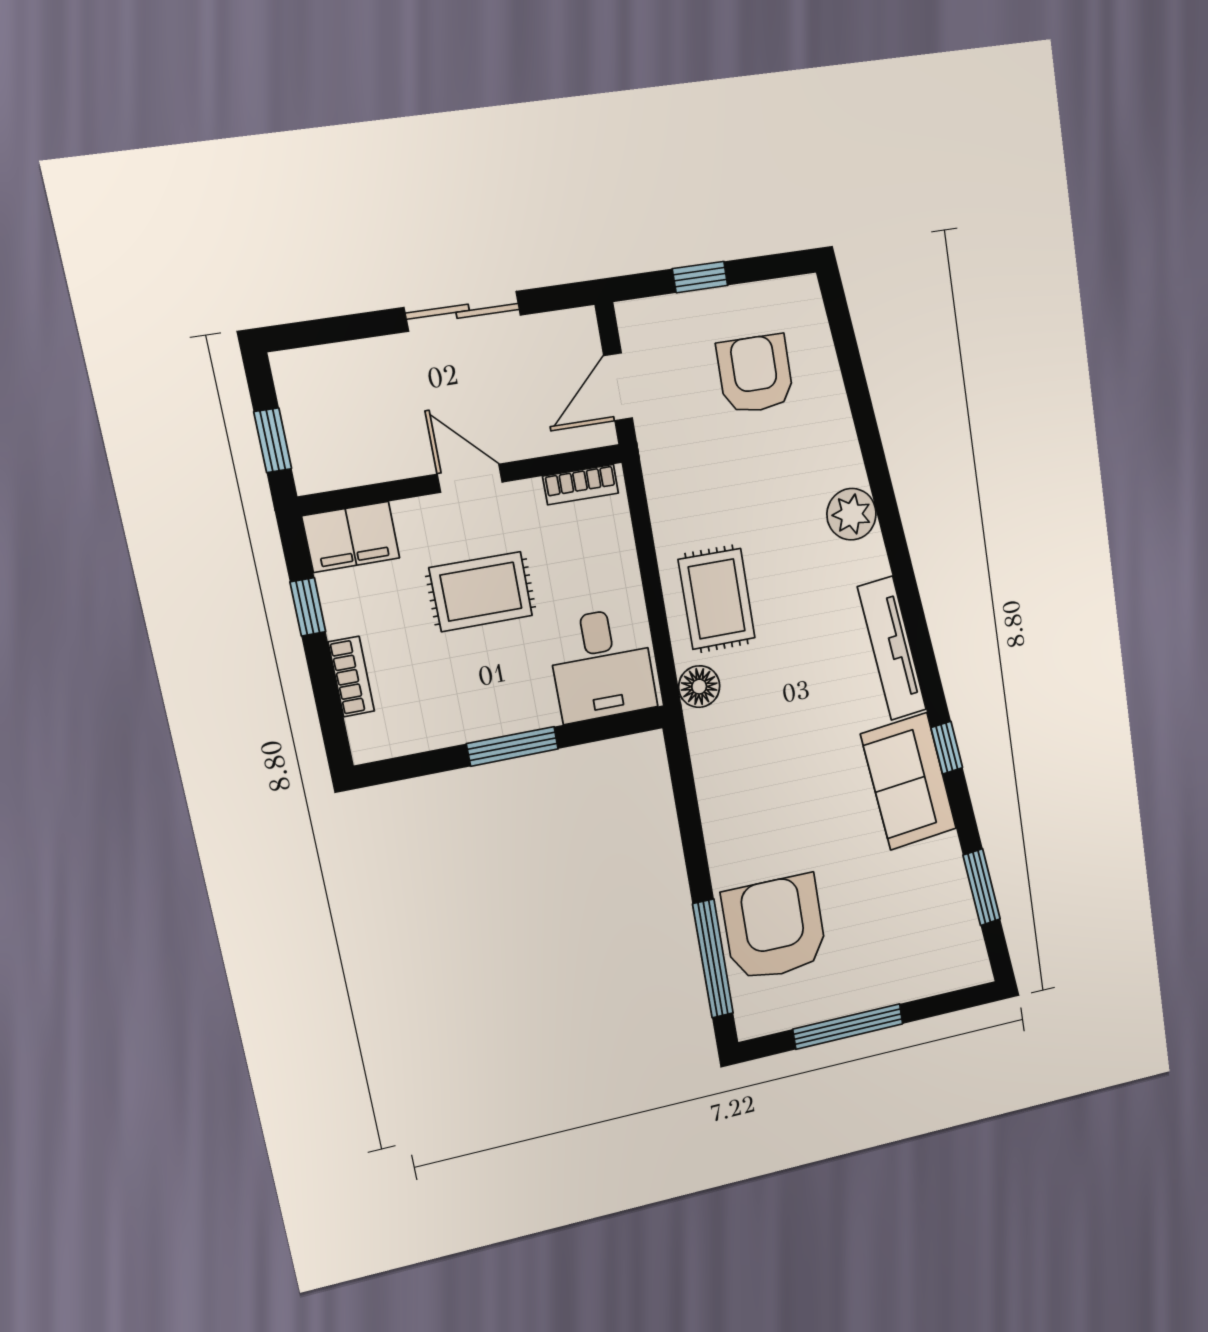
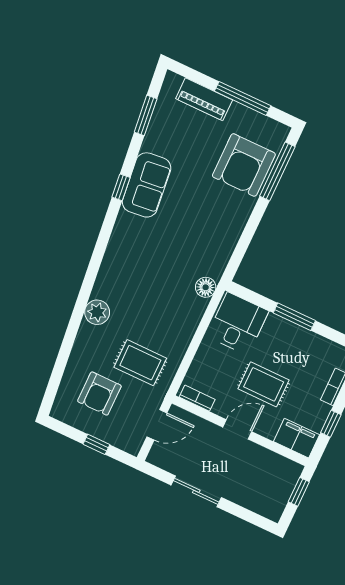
door: (470, 478) -> (237, 429), swing flipped
rug: (717, 599) -> (140, 363), moved, turned 90
tv unit: (892, 649) -> (117, 246), removed
piano: (907, 980) -> (204, 99), added

